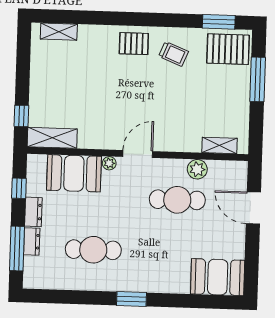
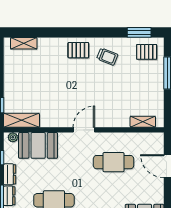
pallet: (228, 49) -> (147, 52), width x0.67, depth x0.71
plant: (109, 163) -> (13, 137), moved
plant: (197, 169) -> (127, 140), removed

